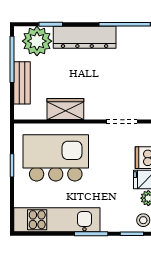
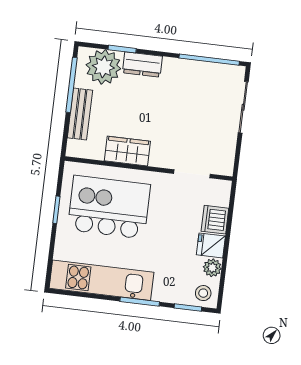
dresser: (85, 37) -> (142, 64), width x0.51, depth x0.80

